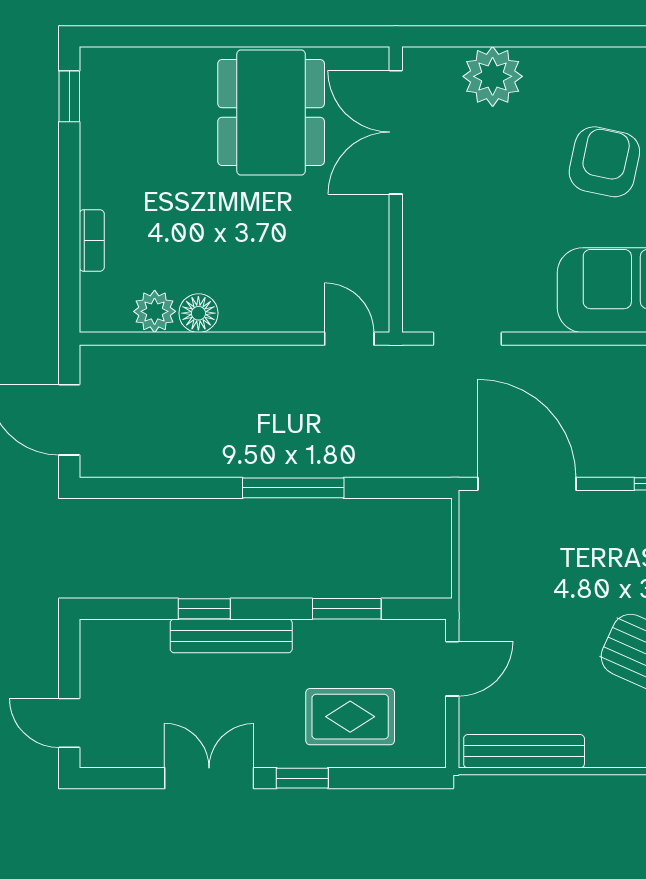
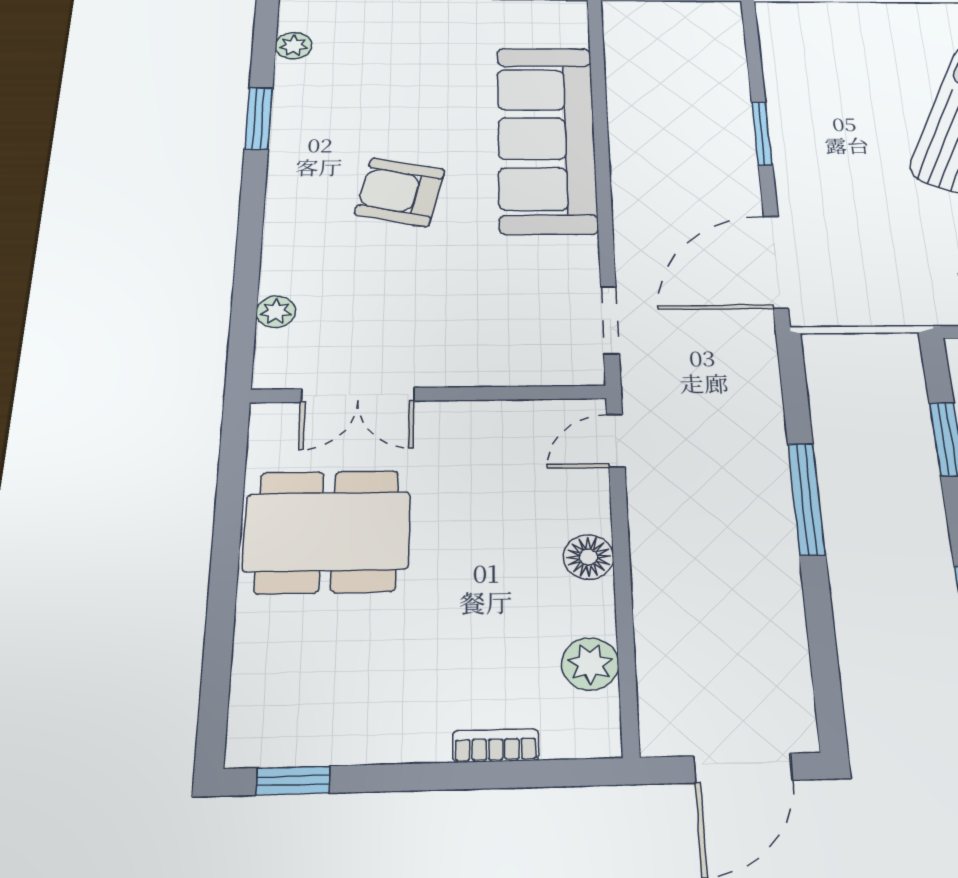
plant: (493, 76) -> (276, 312), width x0.53, depth x0.53
double door: (396, 132) -> (358, 395), width x0.73
floor lamp: (198, 313) -> (588, 557), moved

